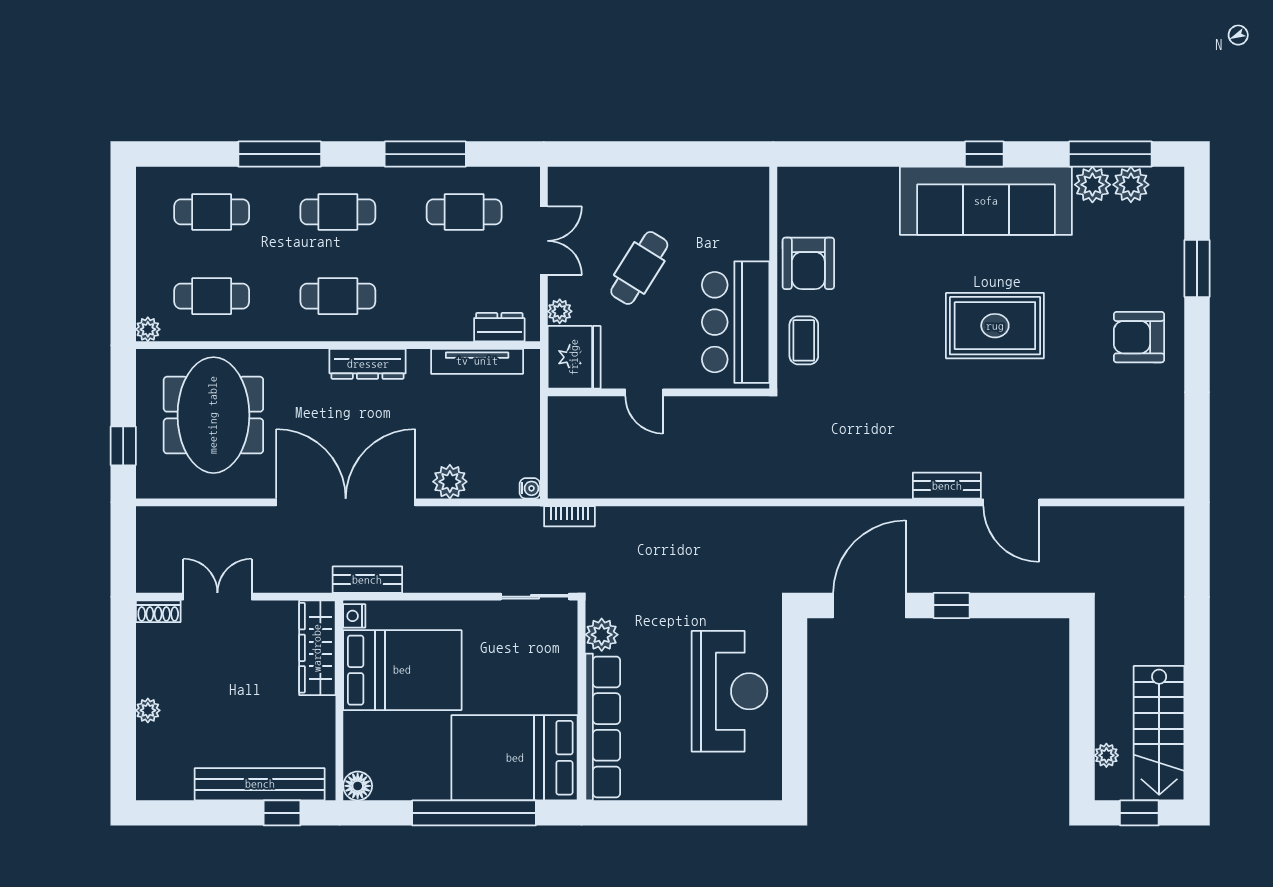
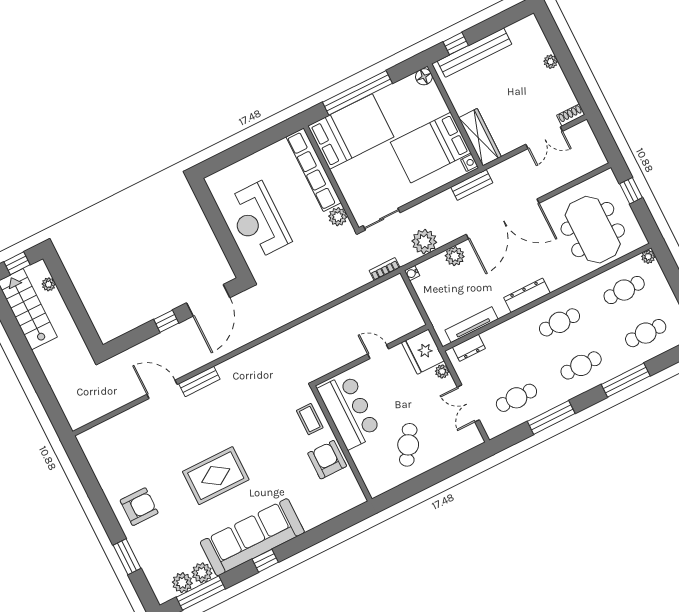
cafe table: (639, 268) -> (408, 445), moved
plant: (486, 528) -> (424, 242), added

